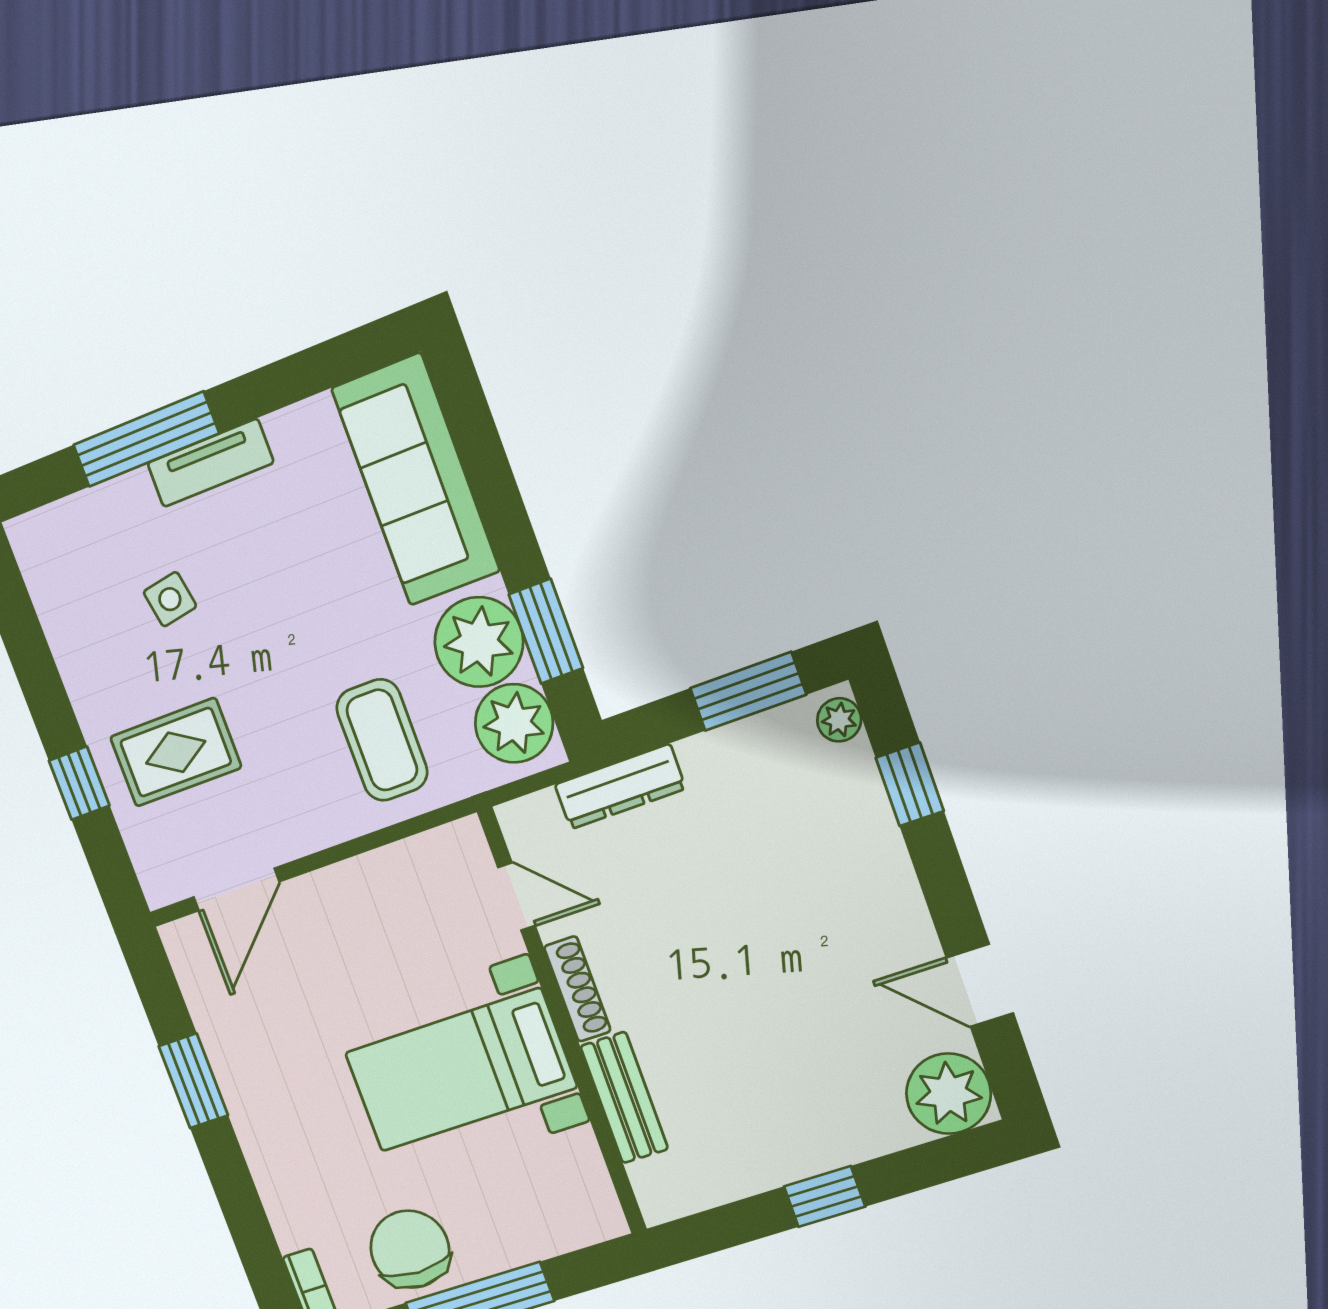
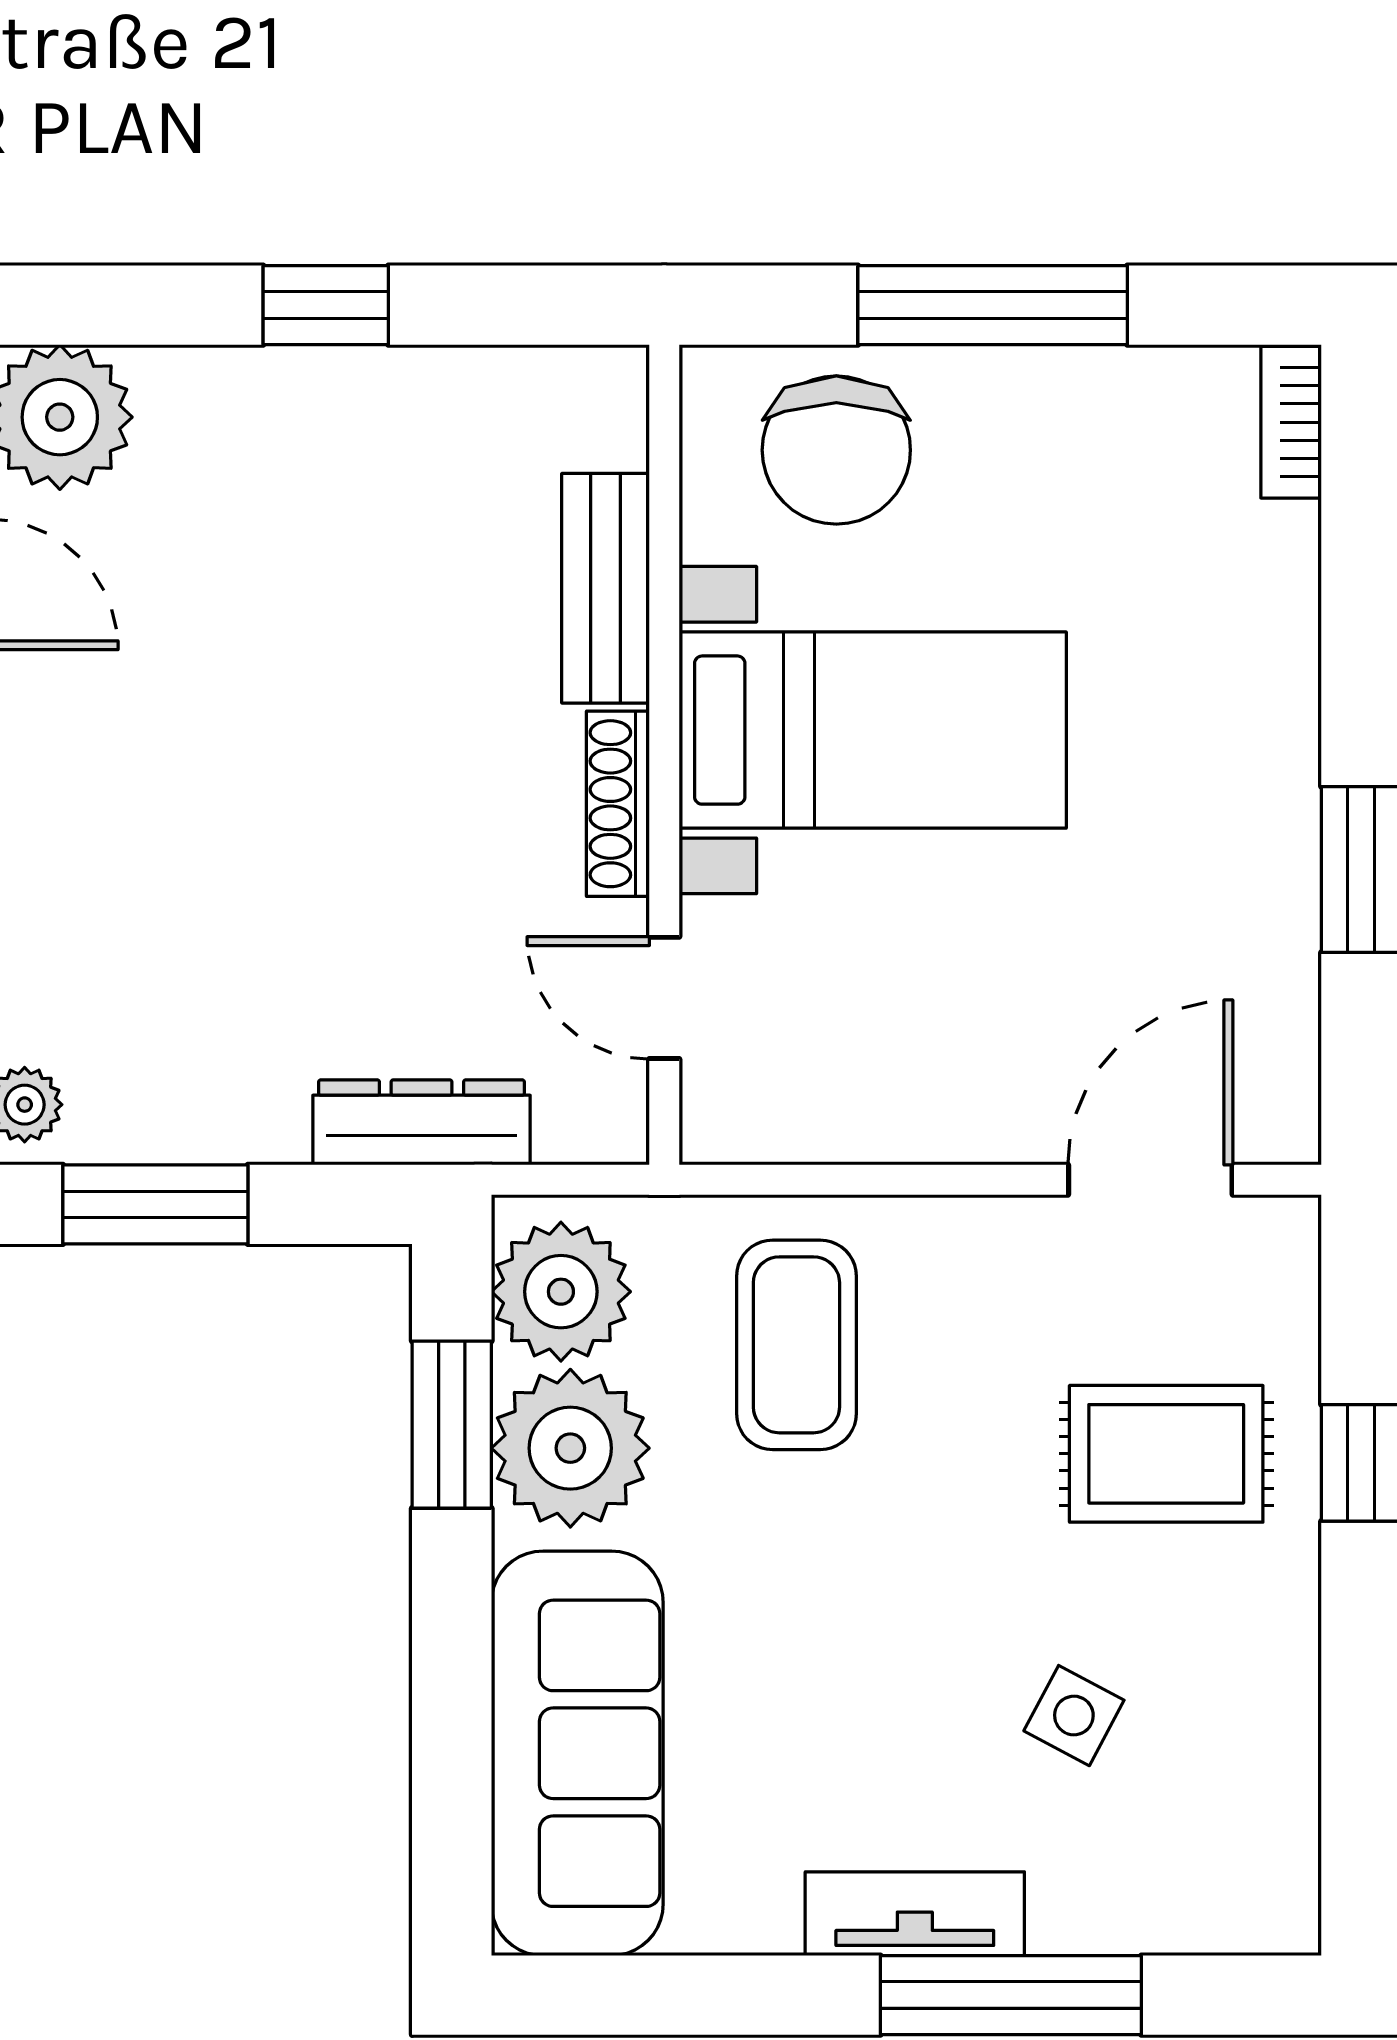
side table: (170, 599) -> (1074, 1716), turned 38
chair: (410, 1249) -> (836, 450), moved

